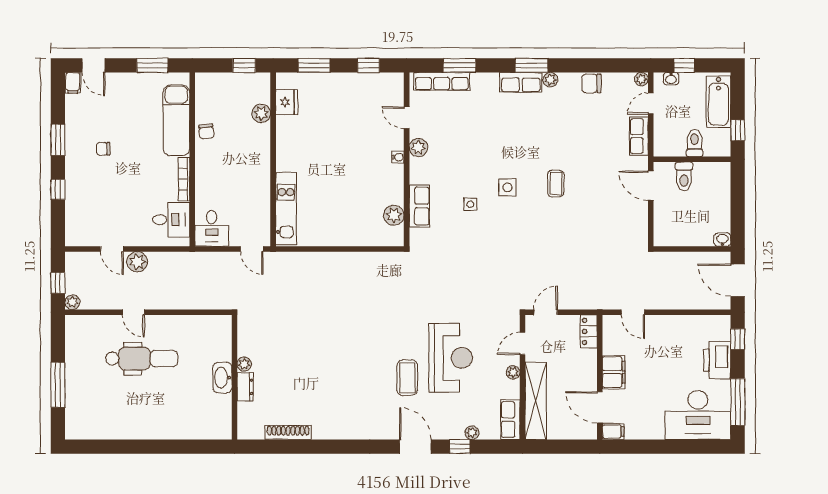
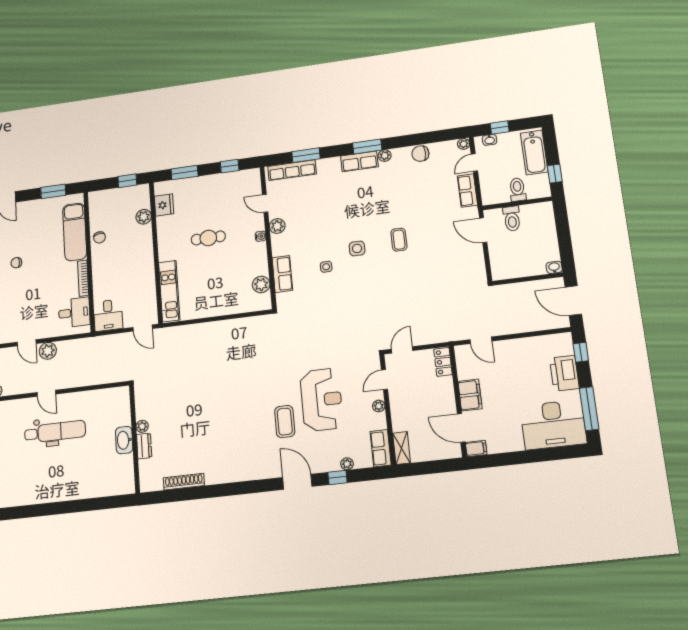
cafe table: (337, 151) -> (208, 238), added
shelving: (536, 401) -> (402, 448), width x0.45, depth x0.75

